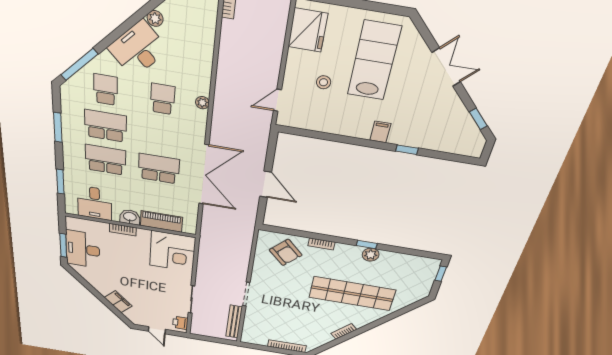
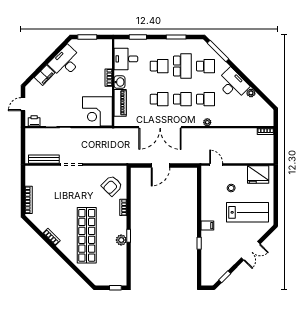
school desk: (161, 135) -> (182, 99), added
school desk: (106, 160) -> (159, 66), width x0.54
school desk: (159, 169) -> (159, 99), width x0.54
desk: (83, 249) -> (65, 62), moved, turned -46

